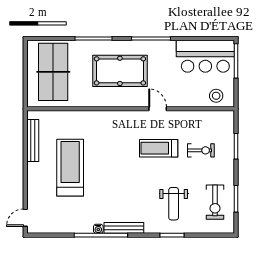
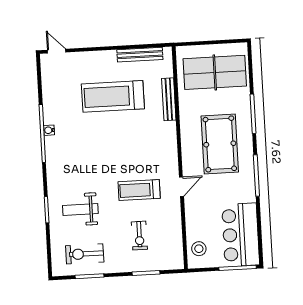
treadmill: (159, 148) -> (139, 190), turned -90
treadmill: (70, 168) -> (113, 96), turned 180
bench: (124, 228) -> (169, 99), moved

